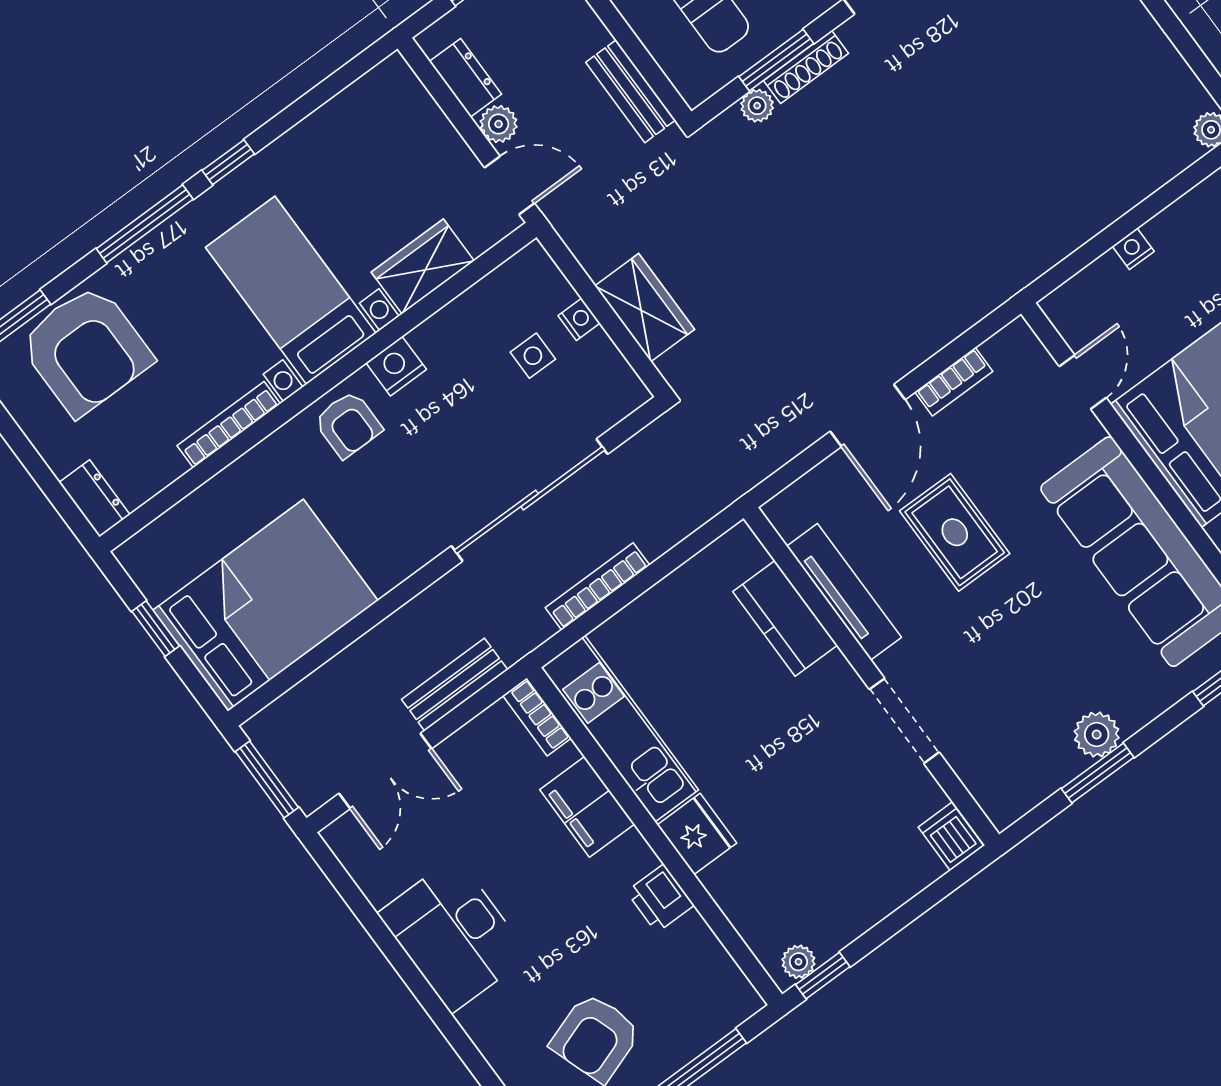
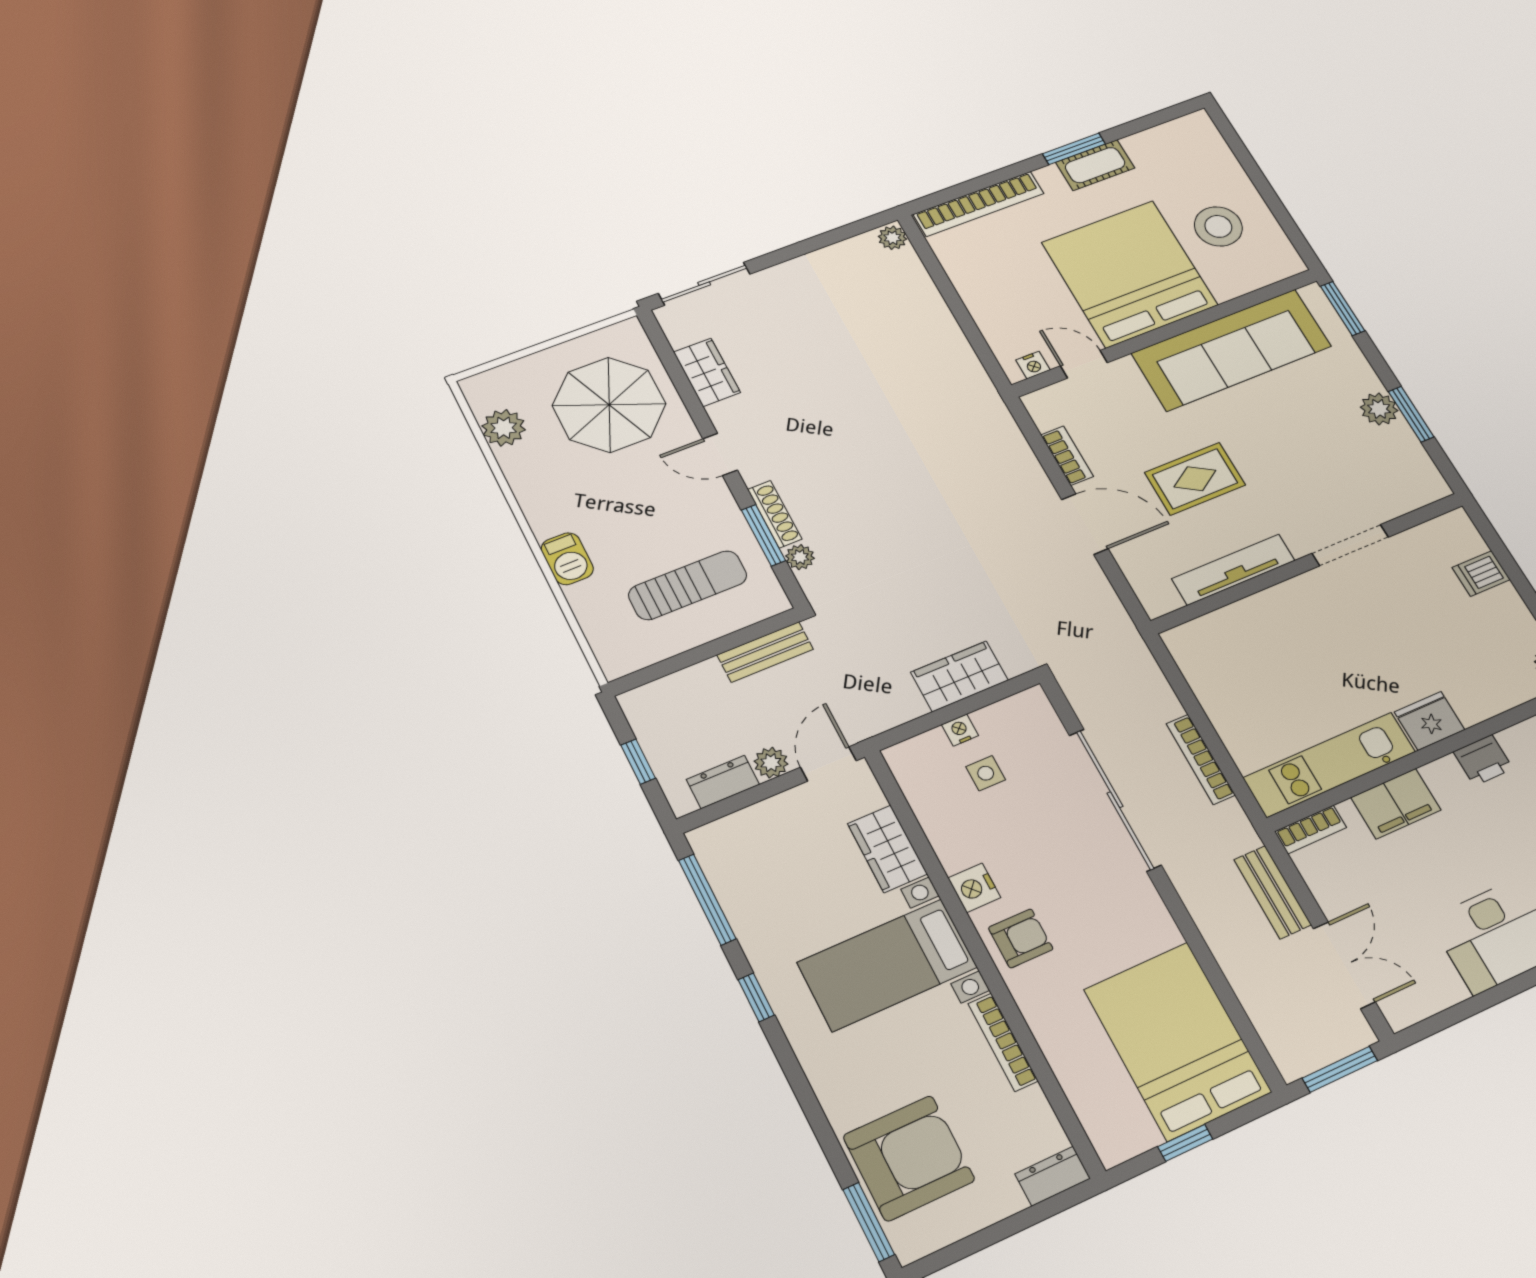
window: (145, 224) -> (707, 900), moved
nightstand: (1133, 249) -> (1033, 365), moved, turned -90
kitchen counter: (785, 618) -> (1250, 618), removed
dishwasher: (951, 836) -> (1481, 573), moved

